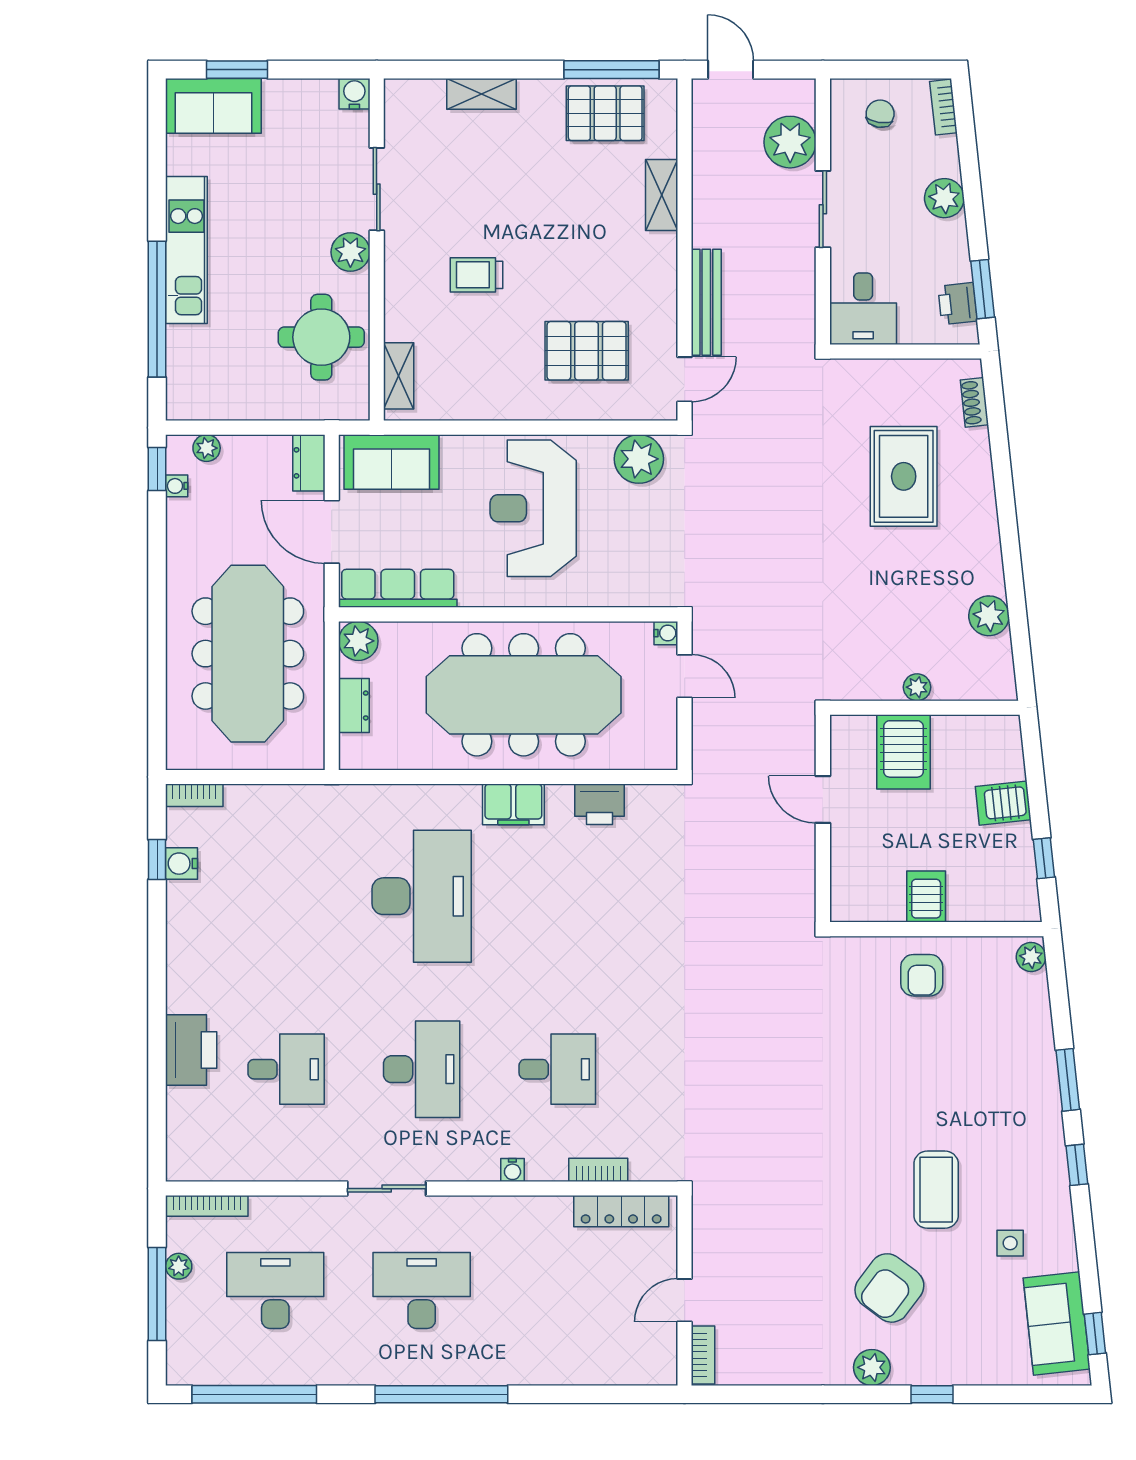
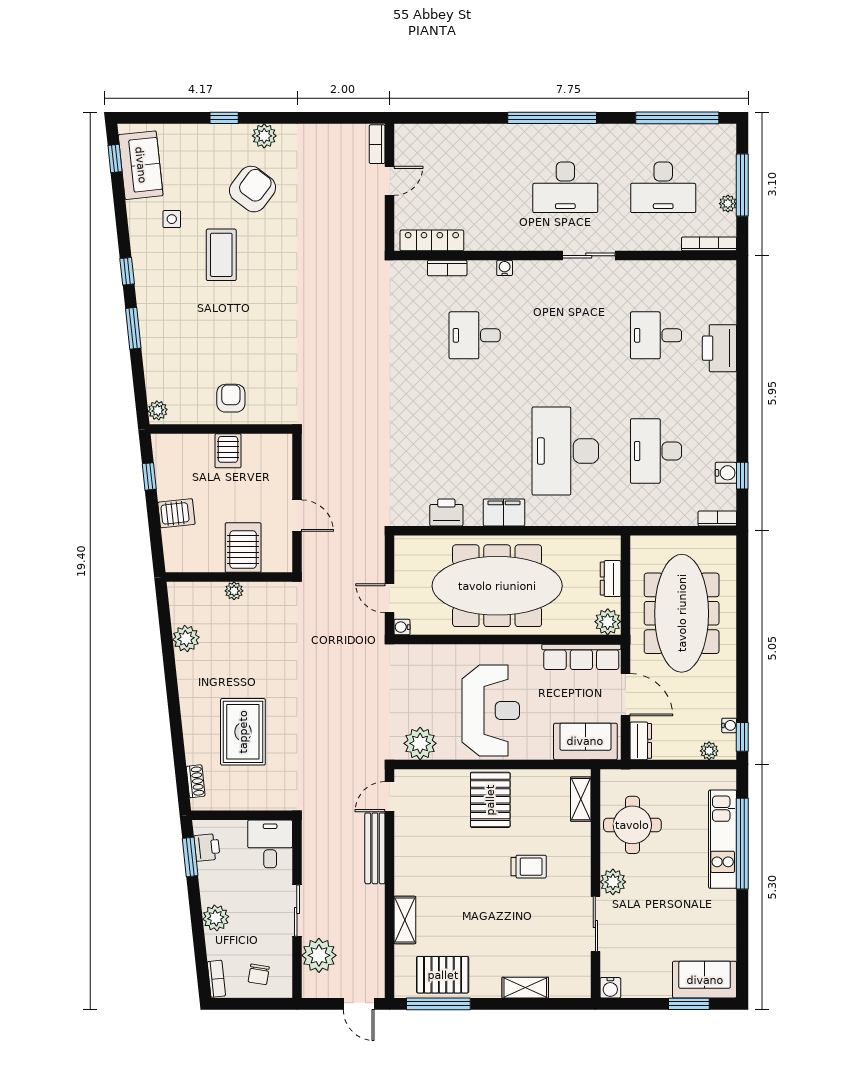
kitchen unit: (186, 250) -> (723, 839), moved
pallet: (587, 351) -> (490, 800), moved, turned 90
desk: (422, 1069) -> (656, 451), moved

